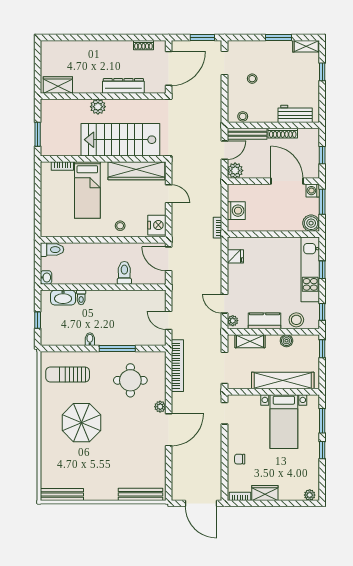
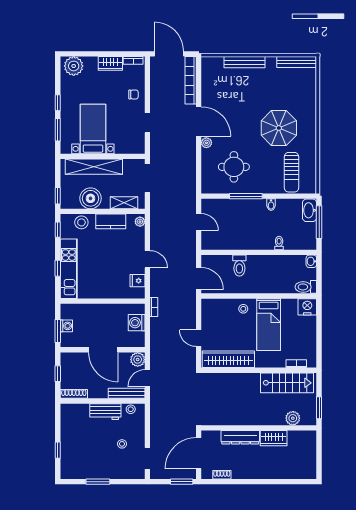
window: (202, 38) -> (182, 482), moved
shelving: (306, 46) -> (72, 474), removed
wardrobe: (58, 85) -> (274, 438), moved
plant: (98, 107) -> (293, 418), moved
workbench: (295, 114) -> (105, 412), moved
shoe rack: (283, 133) -> (74, 394), moved
window: (38, 134) -> (319, 408), moved
stairs: (120, 140) -> (287, 383), moved, width x0.73, depth x0.66
door: (287, 181) -> (103, 350), moved
bed: (87, 190) -> (269, 325), moved, turned 180
washing machine: (313, 191) -> (66, 326), moved
boiler: (311, 223) -> (68, 311), removed
nightstand: (157, 225) -> (307, 307), moved, turned 90
washbasin: (63, 298) -> (310, 210), moved, turned -90
door: (224, 304) -> (147, 259), moved
window: (38, 320) -> (319, 222), width x2.17
boiler: (286, 341) -> (91, 198), width x1.86, depth x1.86
bookcase: (177, 366) -> (191, 80), moved
sun lounger: (68, 374) -> (292, 172), turned 90
doorway: (224, 413) -> (147, 123), moved
door: (169, 430) -> (199, 121), swing flipped
bench: (140, 494) -> (244, 62), moved
plant: (310, 495) -> (74, 66), width x1.87, depth x1.87

